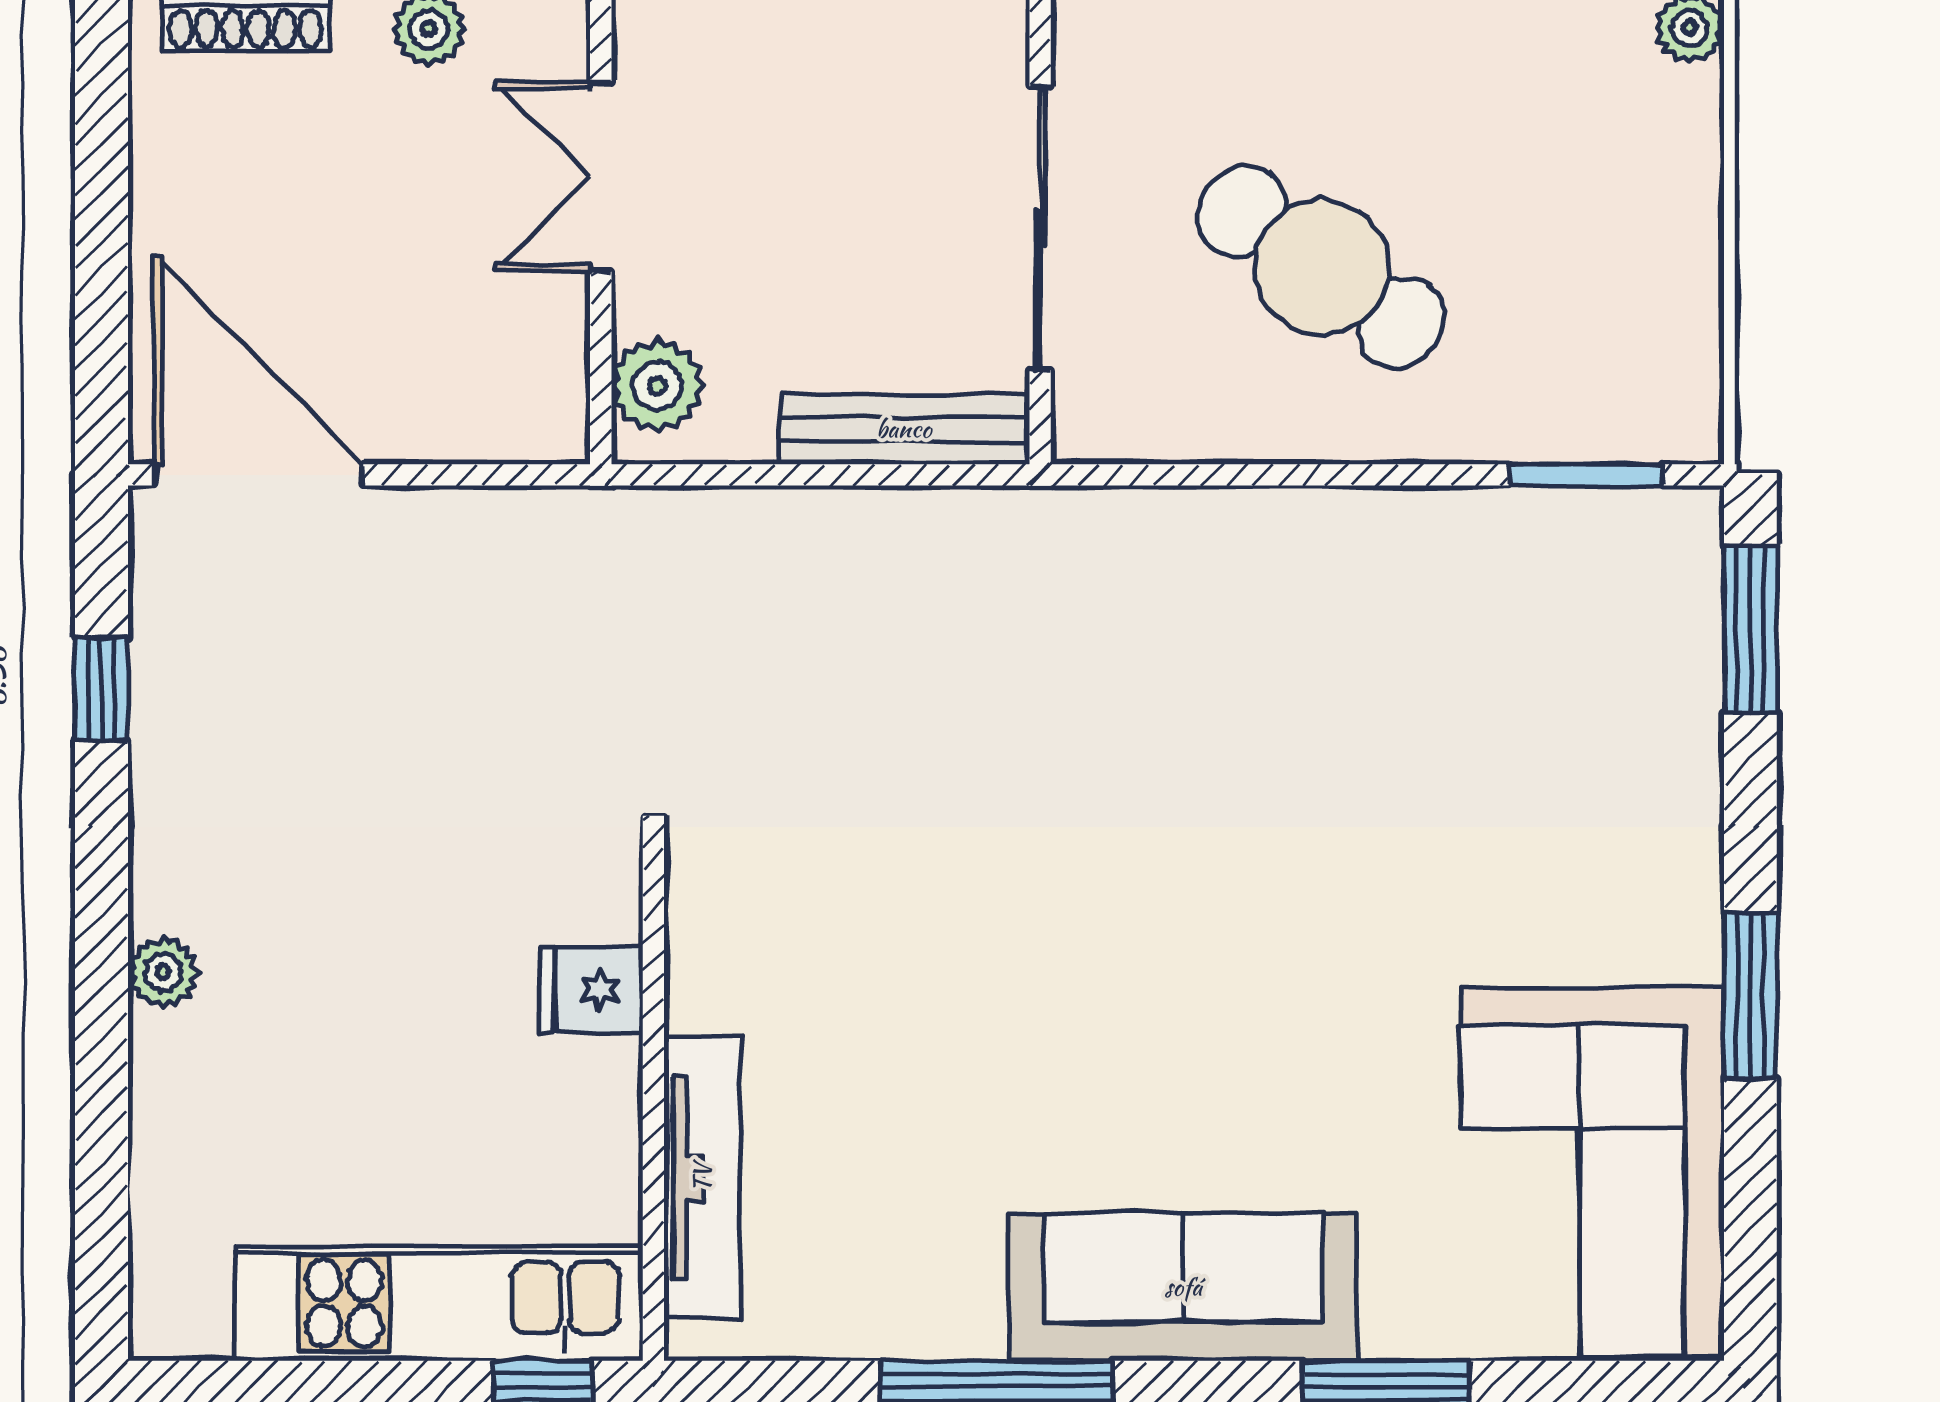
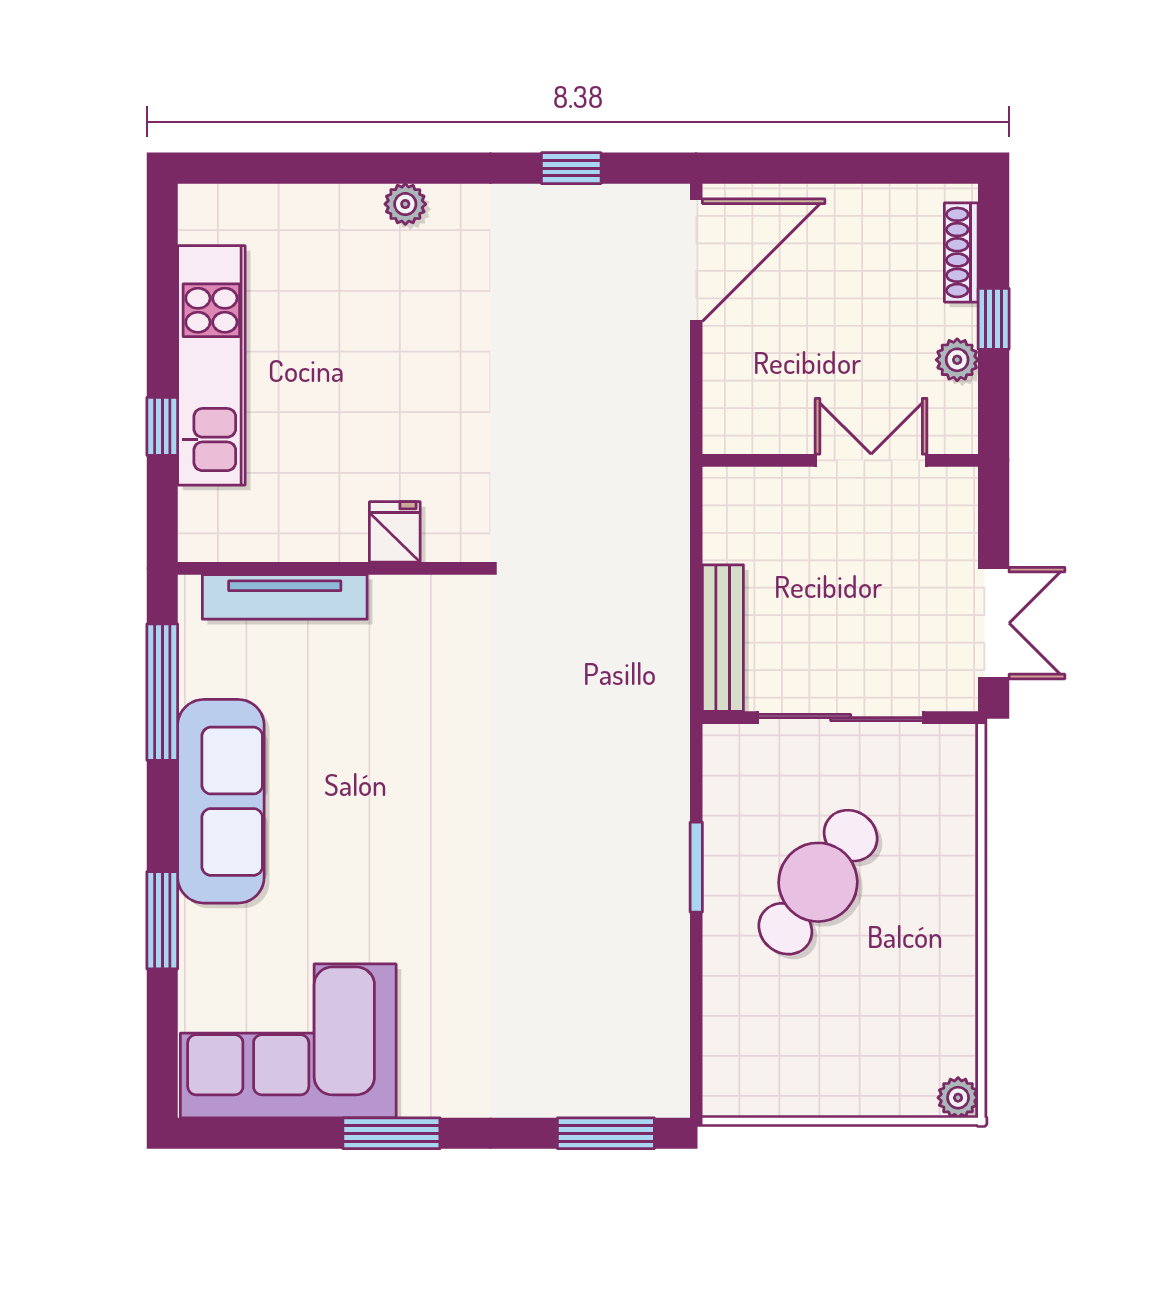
plant: (657, 386) -> (748, 493), removed
window: (1586, 475) -> (696, 867), moved
fridge: (591, 990) -> (395, 532), moved
wall: (653, 1099) -> (331, 568), moved
tv unit: (702, 1178) -> (285, 597), moved

